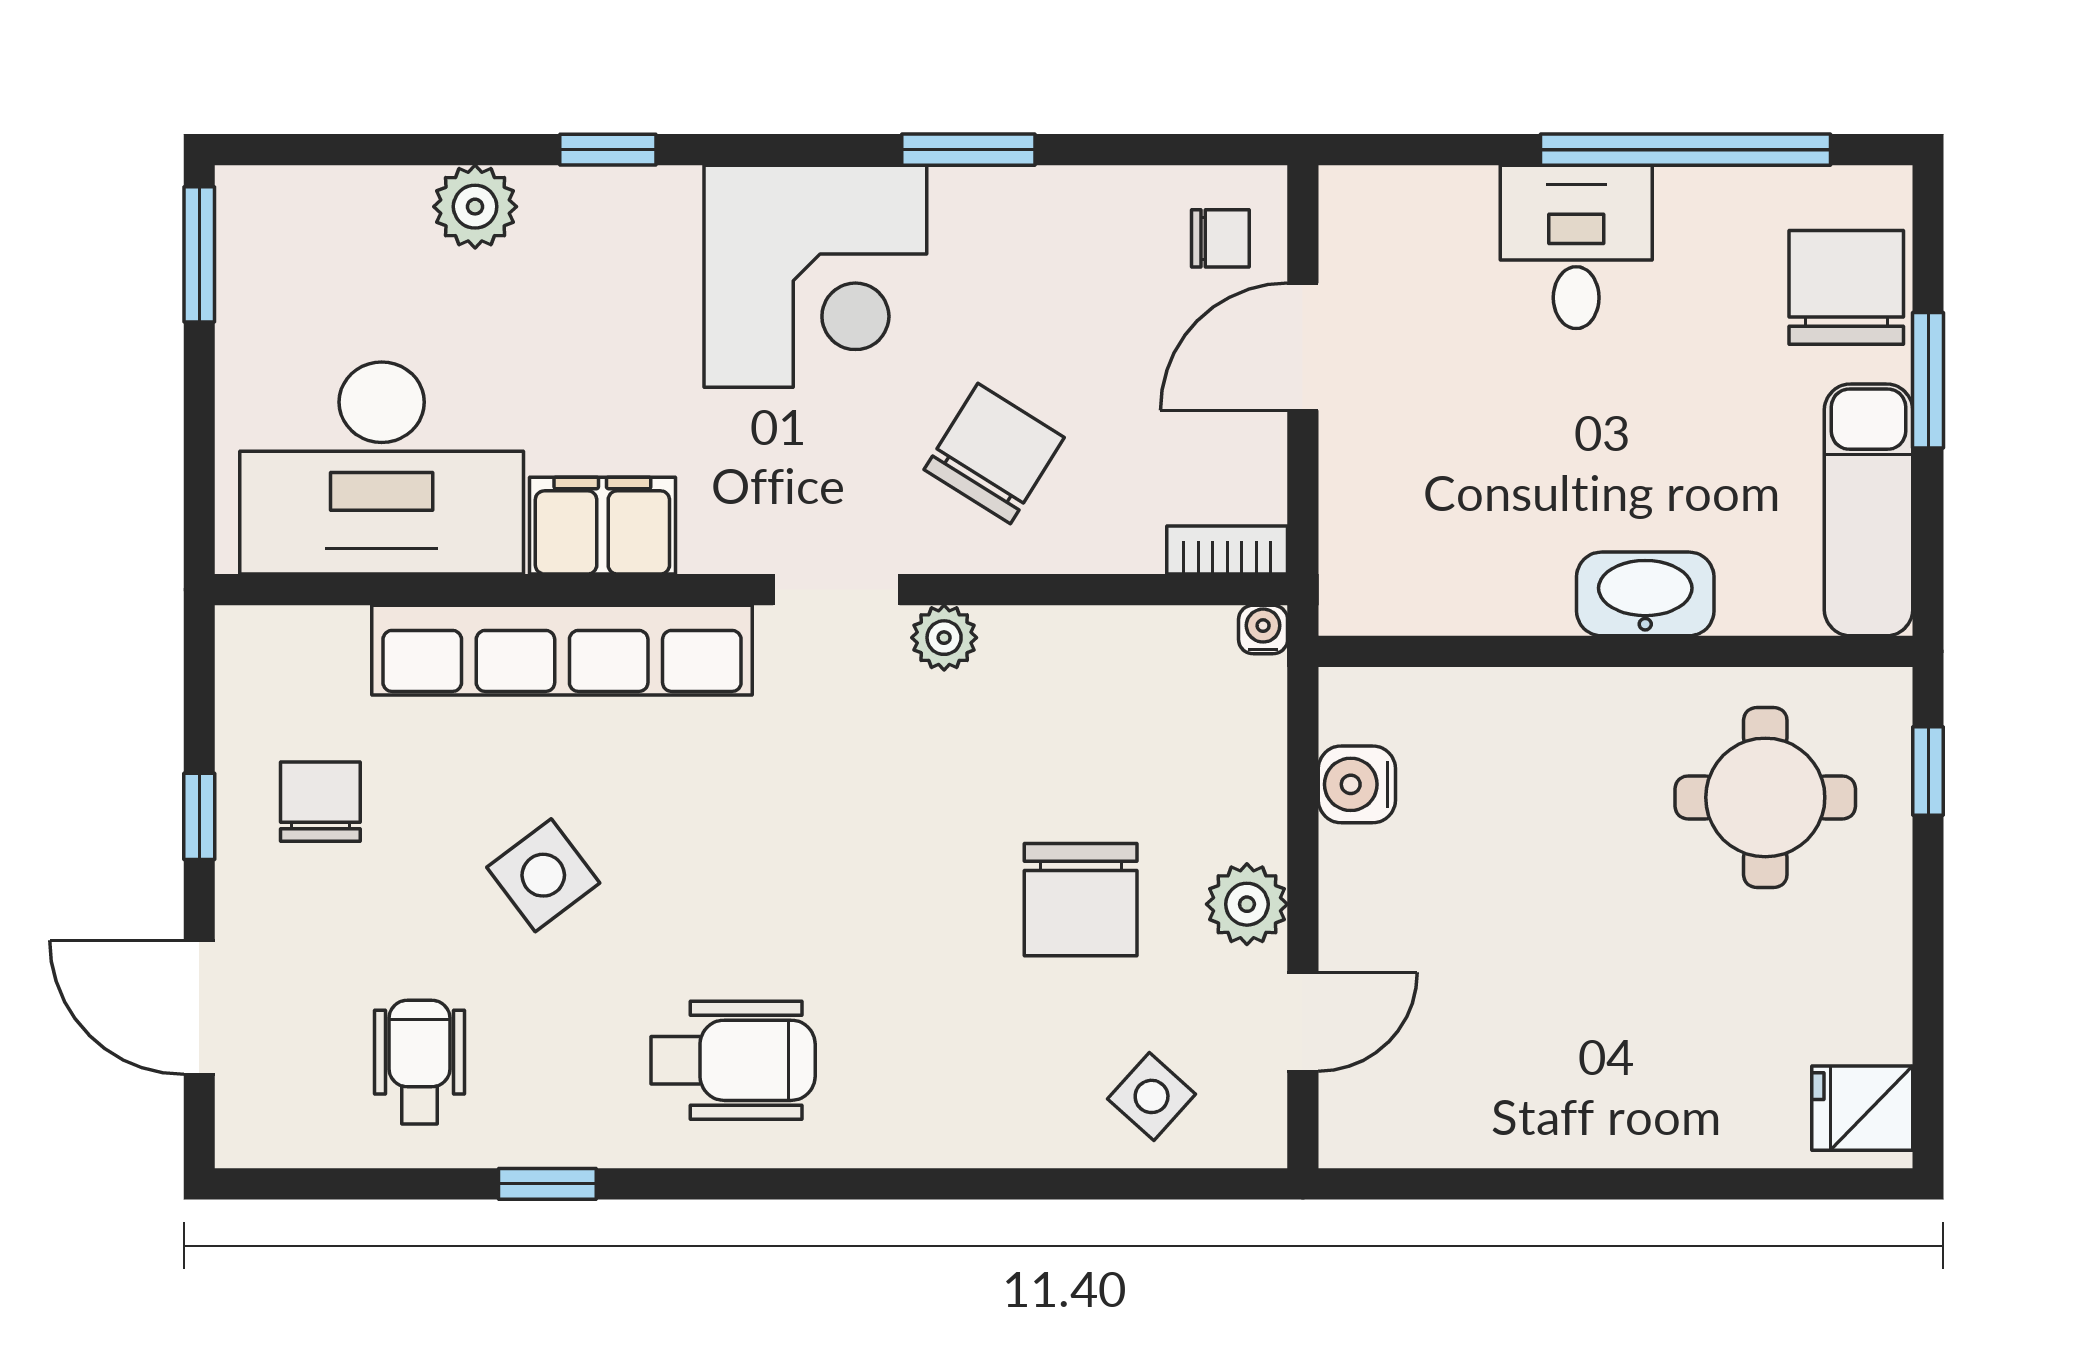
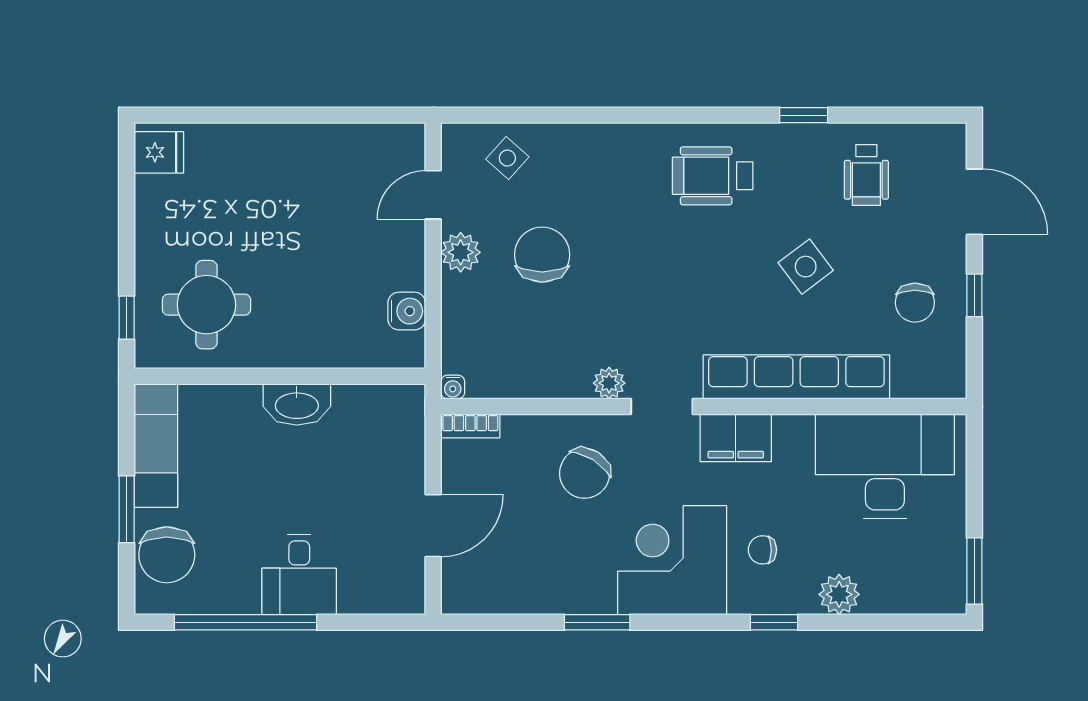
chair: (1220, 238) -> (762, 550), moved
filing cabinet: (602, 526) -> (736, 438), moved
washbasin: (1645, 594) -> (297, 404), moved

